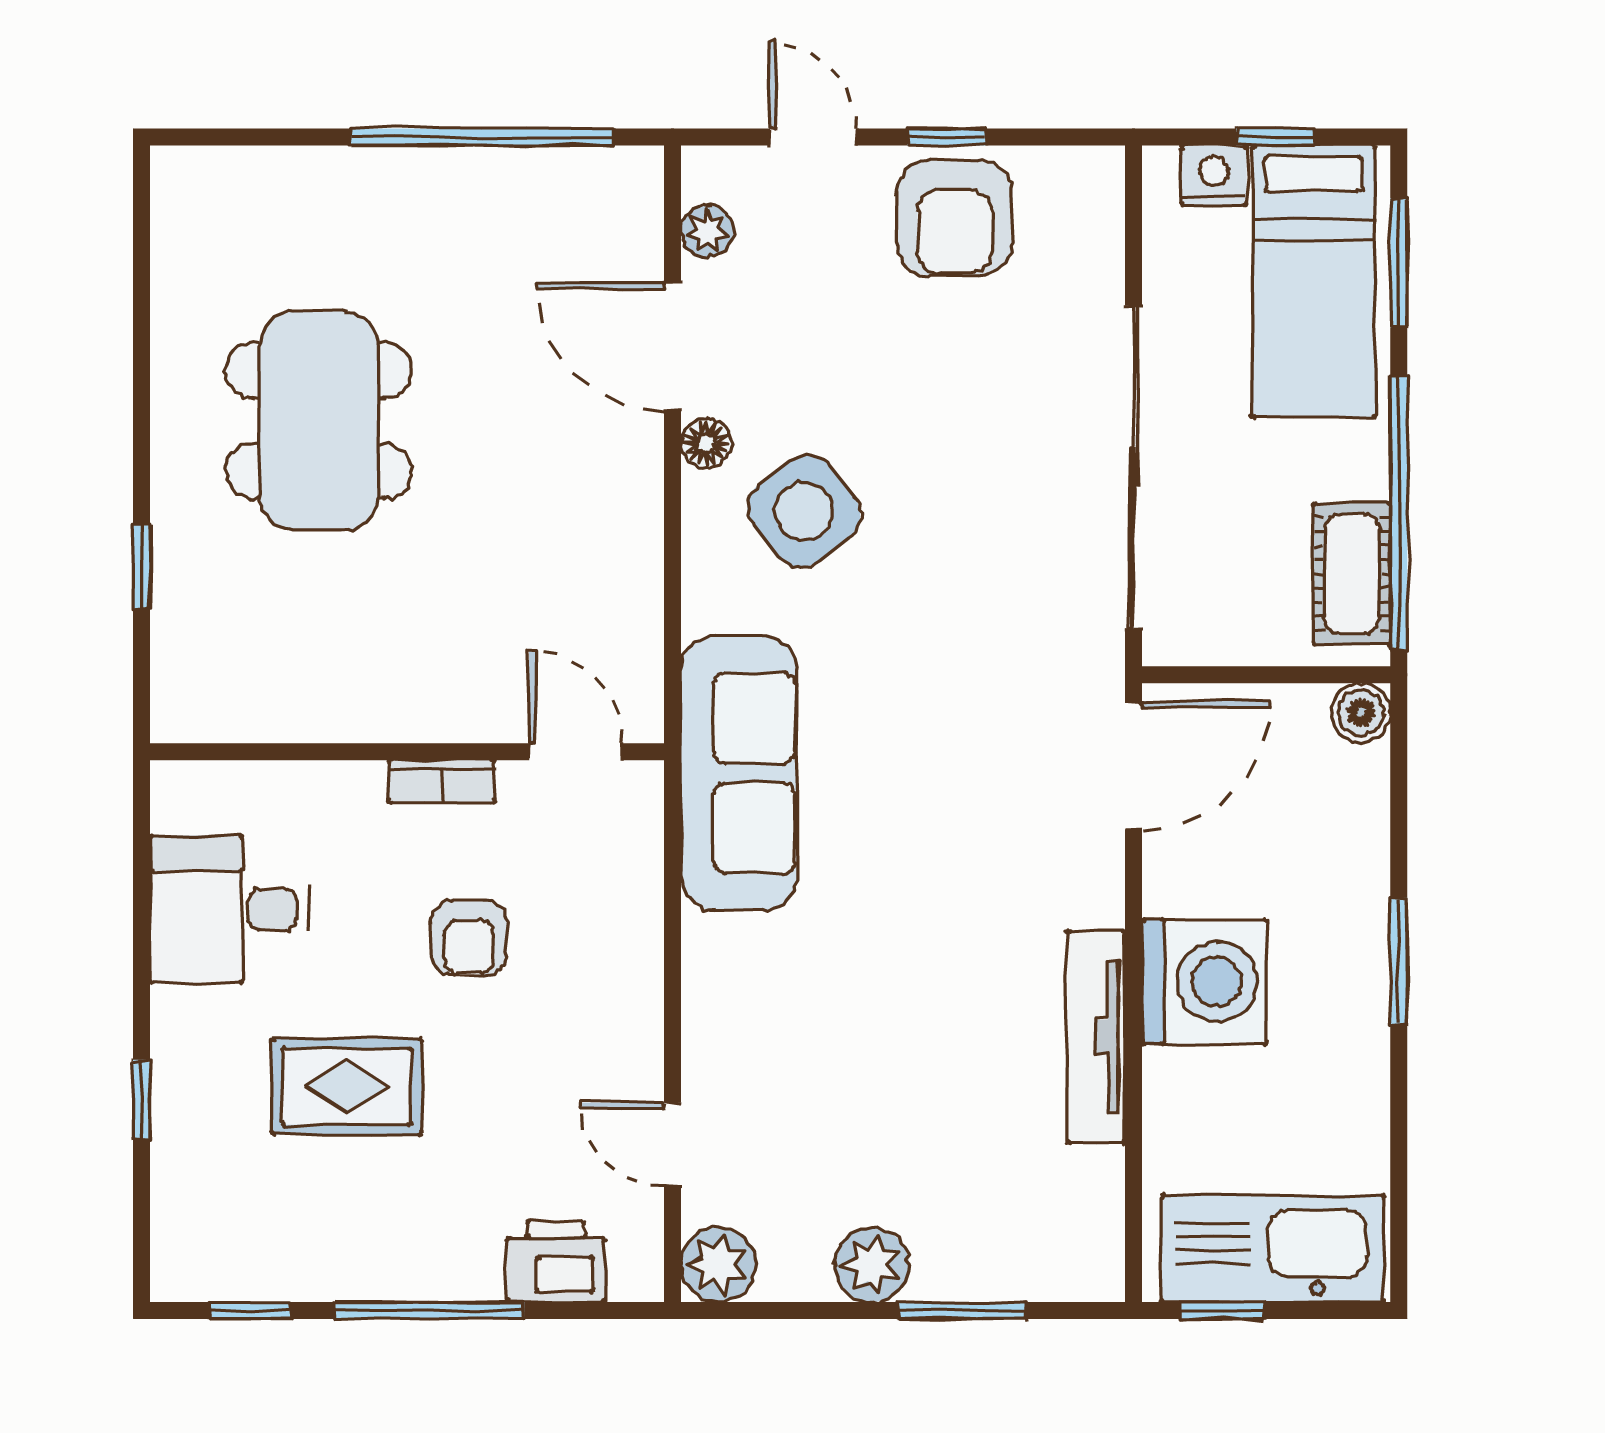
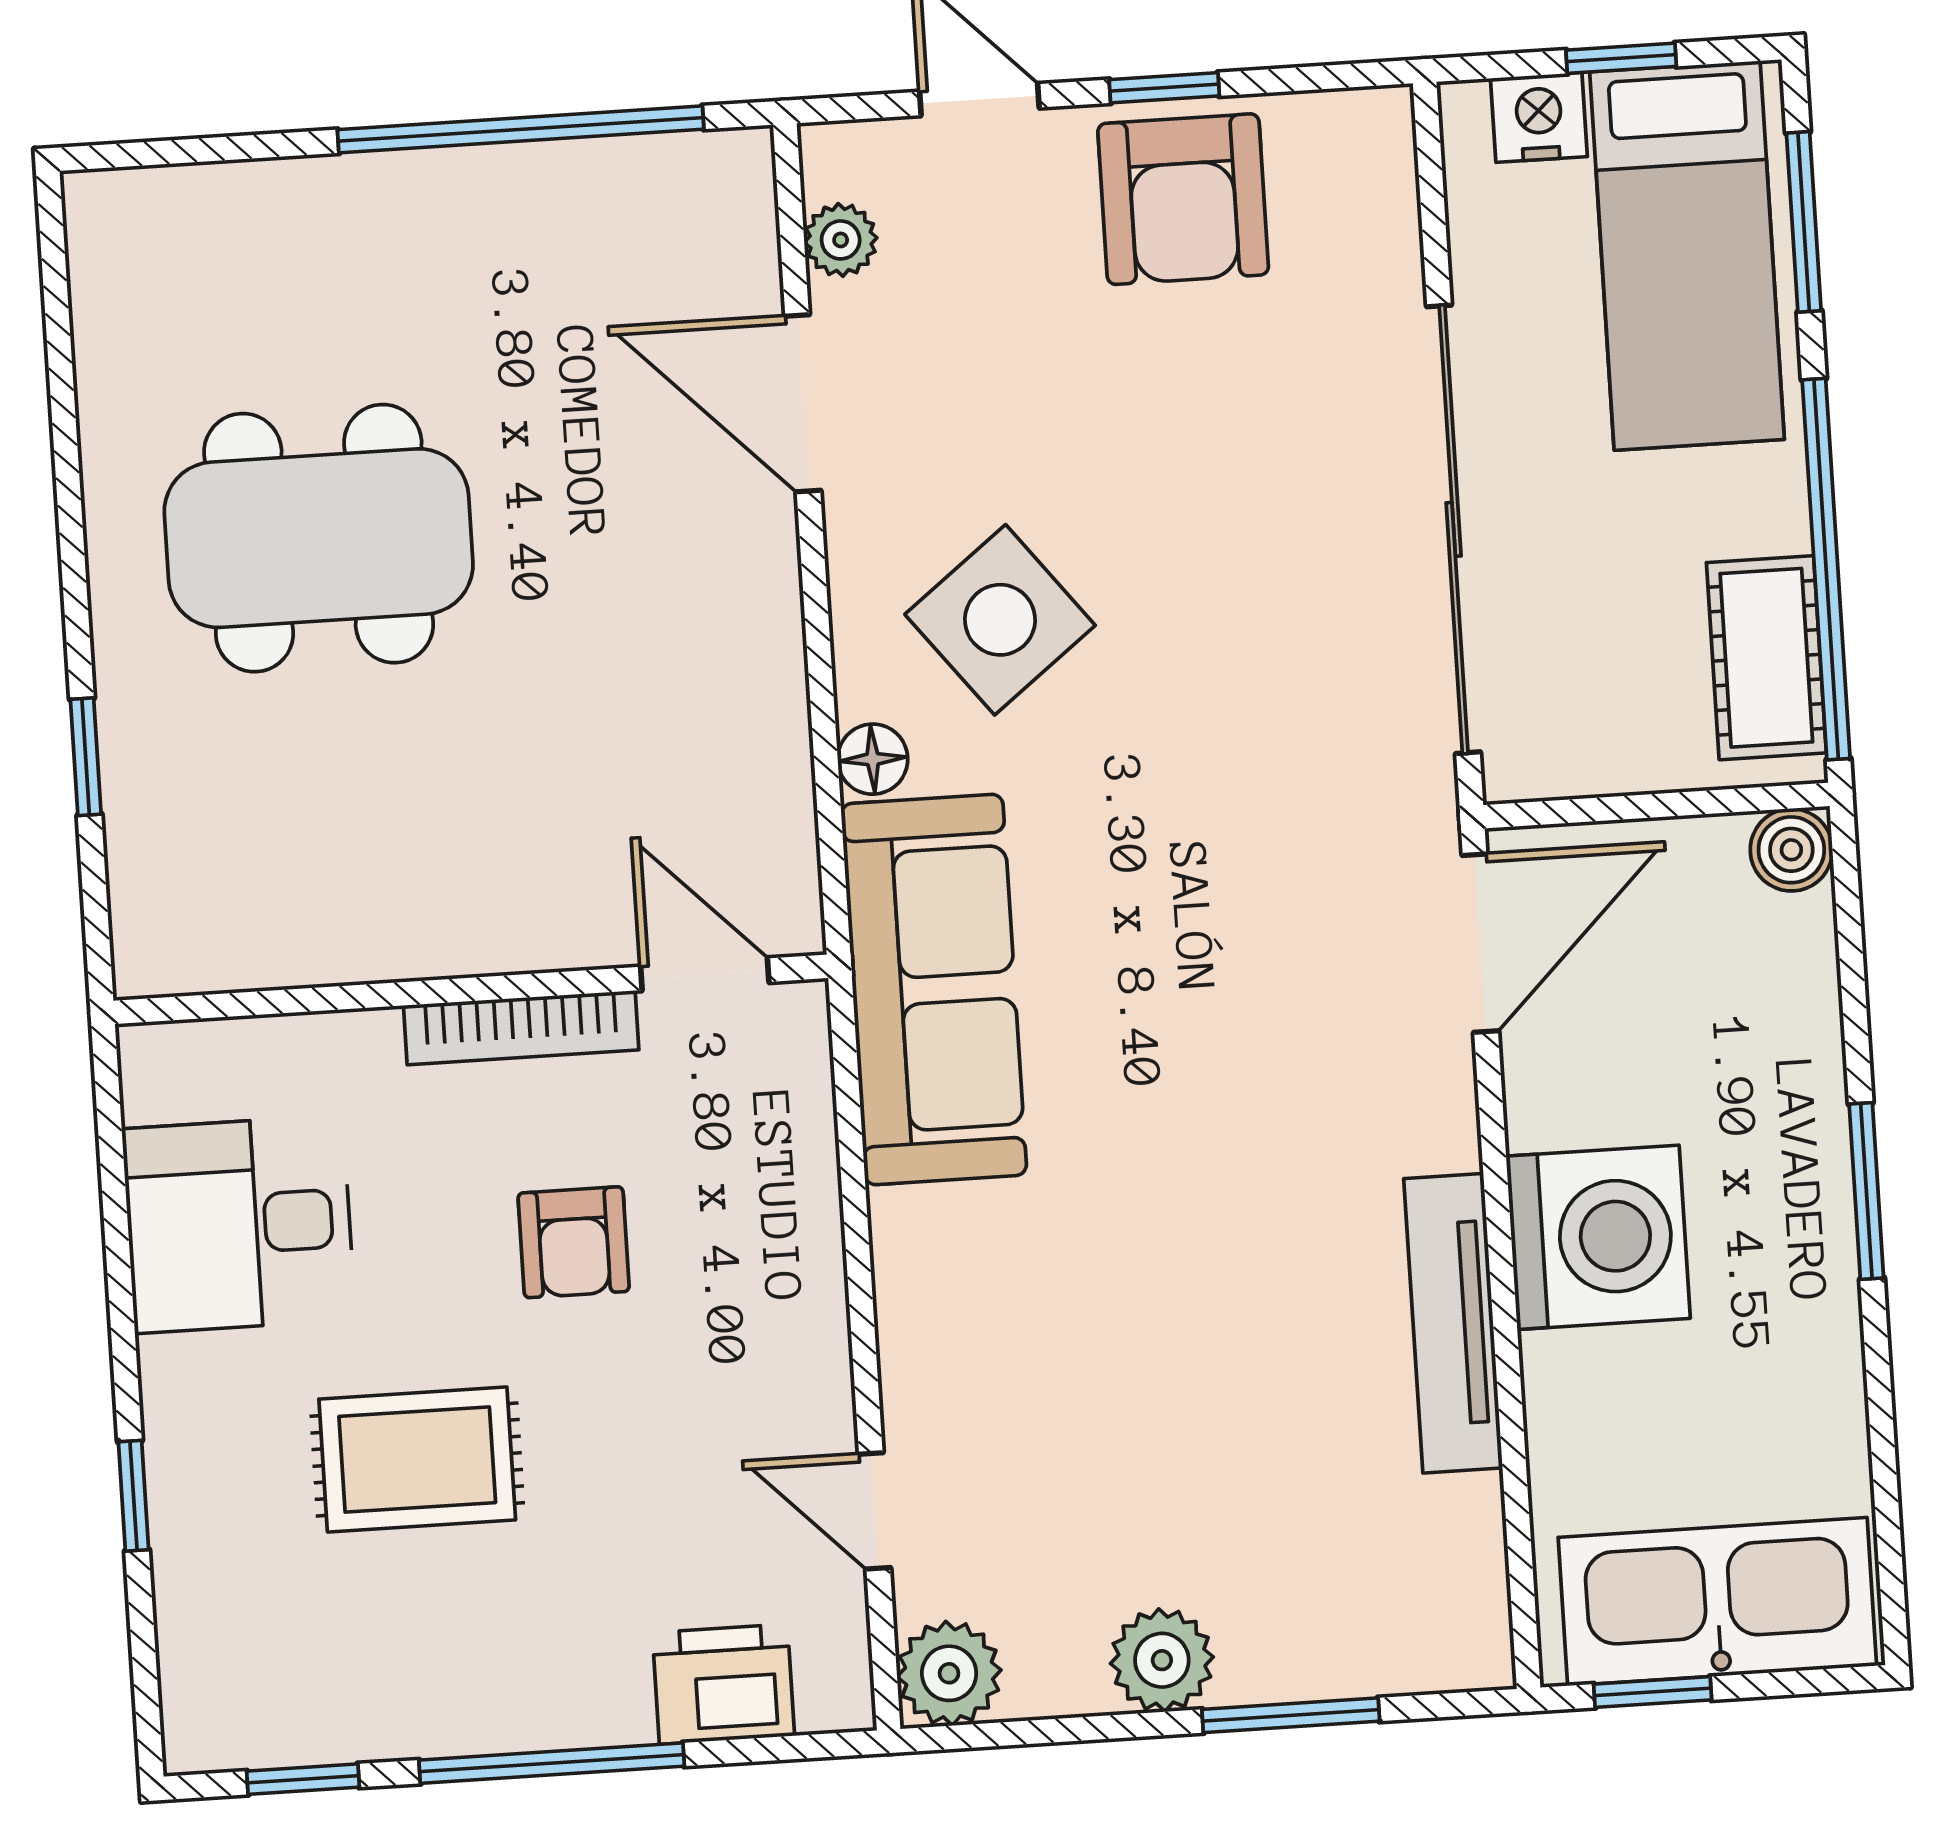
dining table: (319, 421) -> (319, 538), turned 90
floor lamp: (706, 443) -> (873, 759), moved
bookcase: (441, 781) -> (521, 1028), width x1.56

